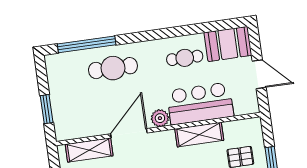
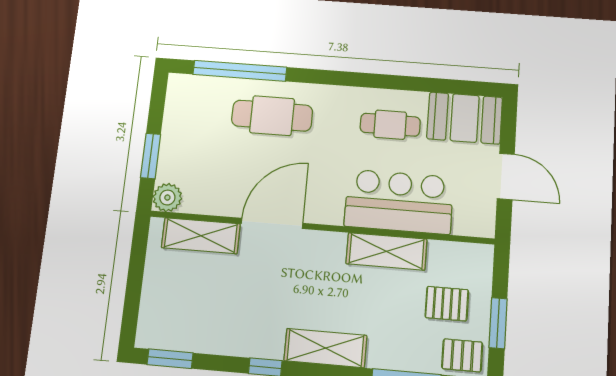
plant: (160, 118) -> (167, 198), moved

